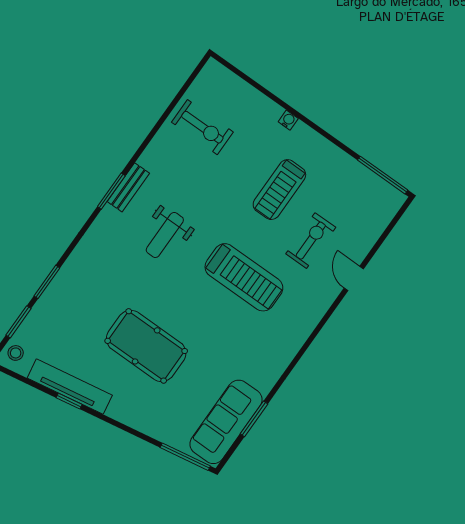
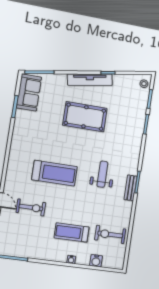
water cooler: (248, 96) -> (96, 261), added
treadmill: (279, 190) -> (72, 232), moved, turned -90
exercise bike: (311, 241) -> (31, 207), turned -90
treadmill: (244, 277) -> (55, 173), turned 180
tv unit: (70, 387) -> (90, 80), moved
sofa: (226, 422) -> (29, 92), width x0.73

